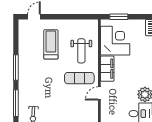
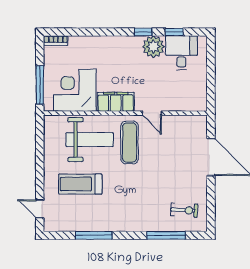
window: (119, 17) -> (40, 85), width x1.44
weight bench: (81, 51) -> (90, 140), width x1.36, depth x1.33
window: (16, 68) -> (94, 235), moved

